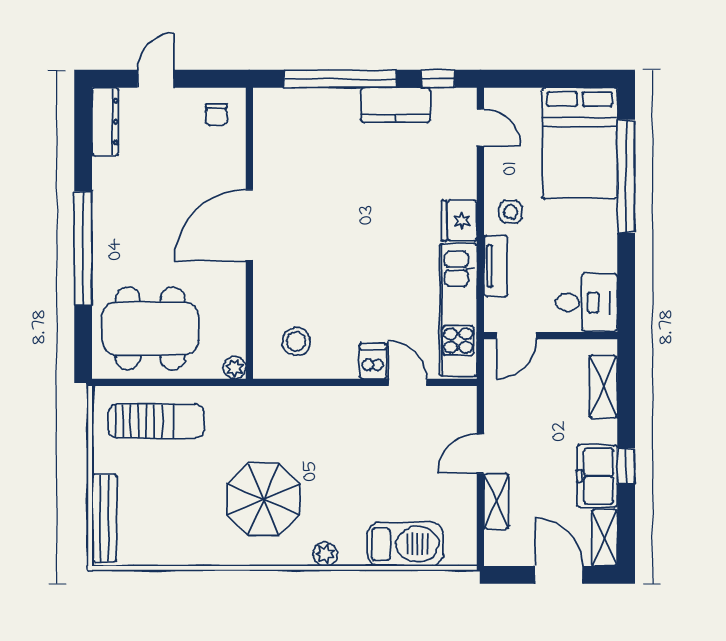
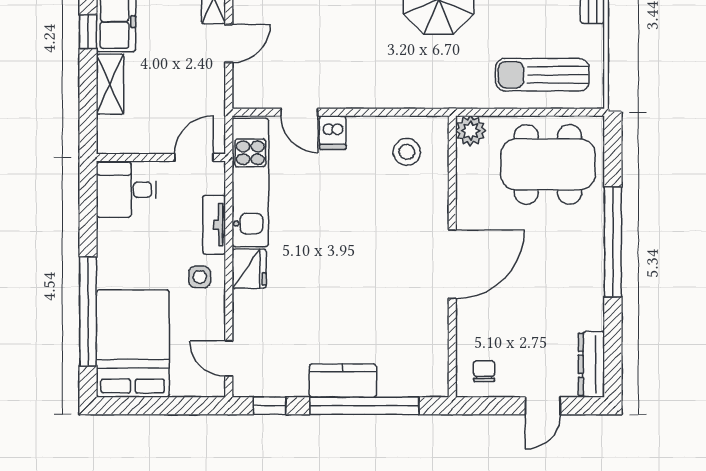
kitchen counter: (396, 105) -> (343, 381), moved
plant: (235, 368) -> (471, 131), width x1.38, depth x1.38
shelving: (603, 387) -> (110, 84), moved

